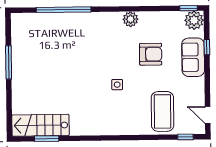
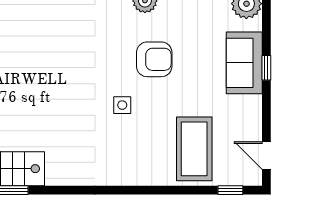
window: (207, 47) -> (266, 68), moved
armchair: (151, 54) -> (154, 59), moved

